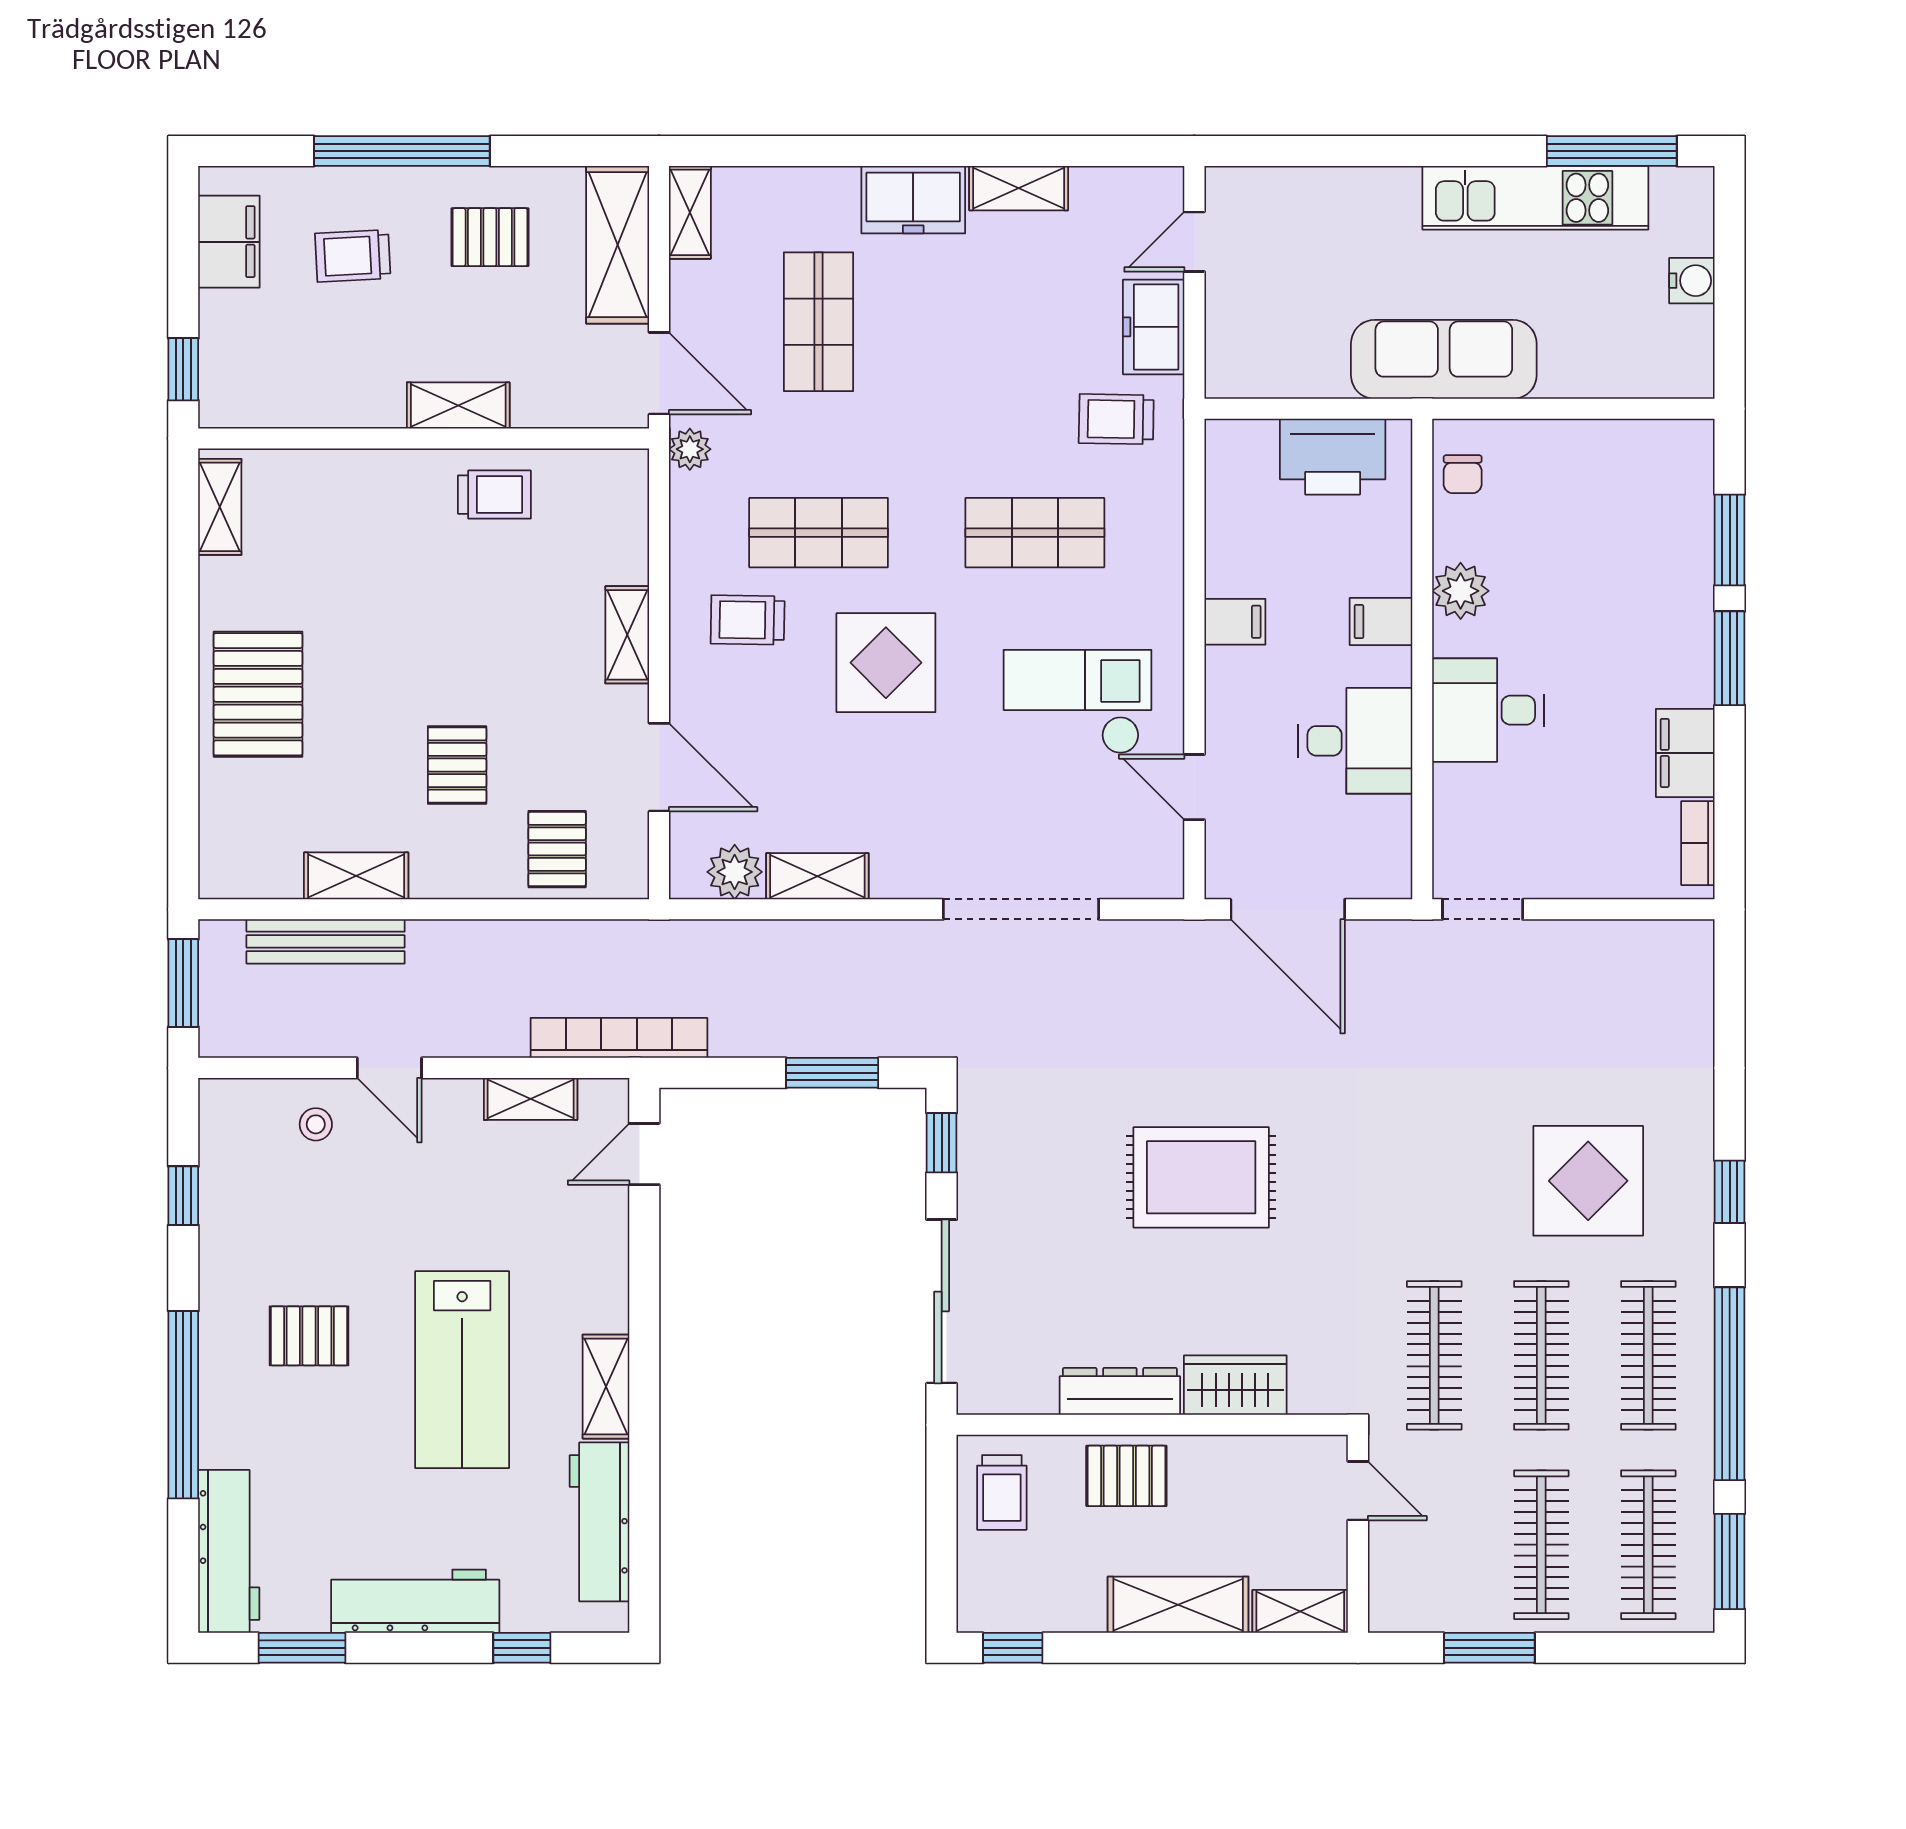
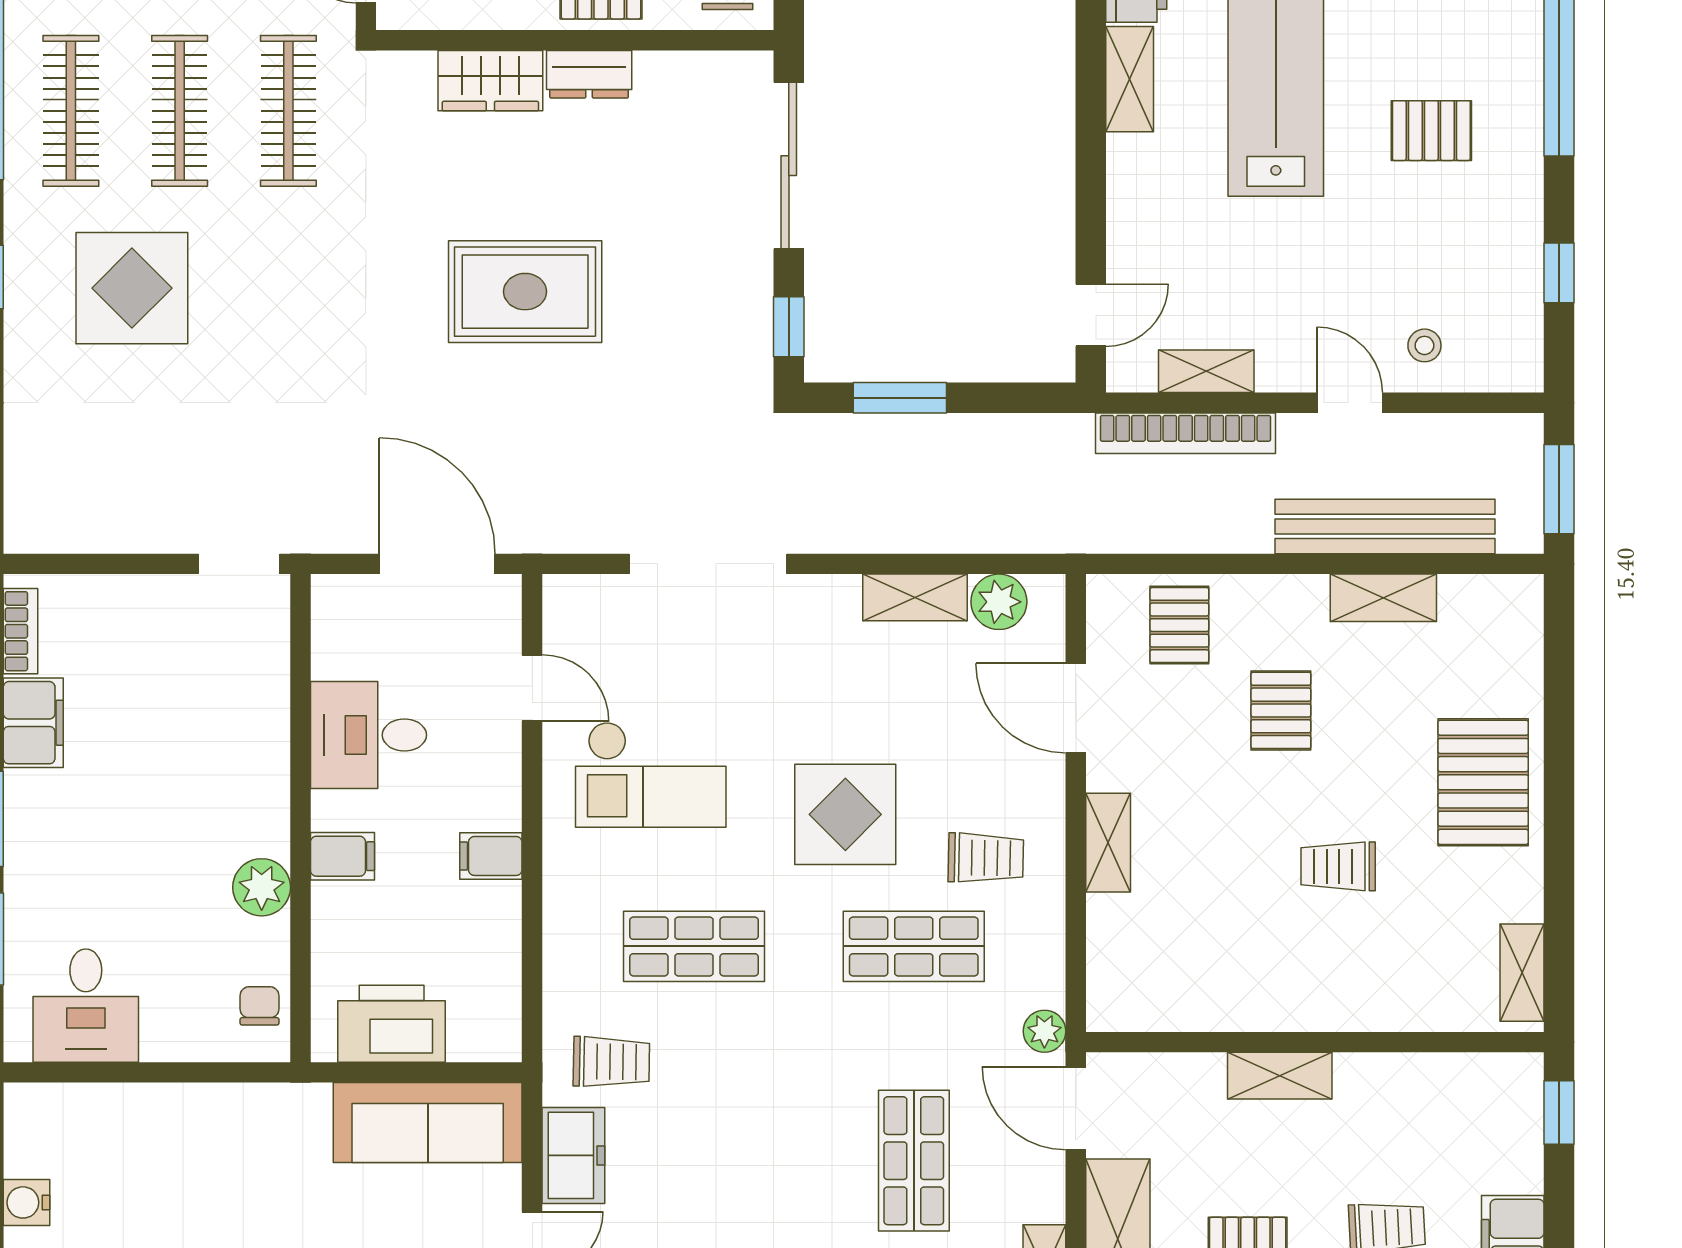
sofa: (1444, 359) -> (428, 1122), moved
trolley: (494, 495) -> (1338, 866), moved
desk: (1488, 710) -> (86, 1006), moved, turned 90
bench: (326, 941) -> (1385, 526), width x1.37, depth x1.21
bookcase: (619, 1038) -> (1185, 433), moved
dresser: (1120, 1391) -> (589, 74), width x0.70

